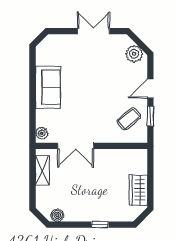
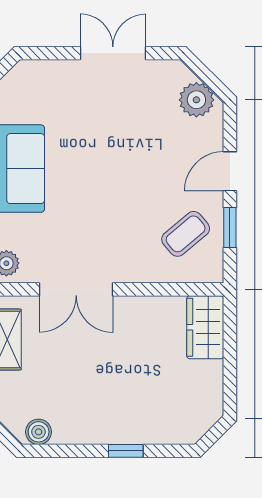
wardrobe: (138, 190) -> (205, 327), moved

